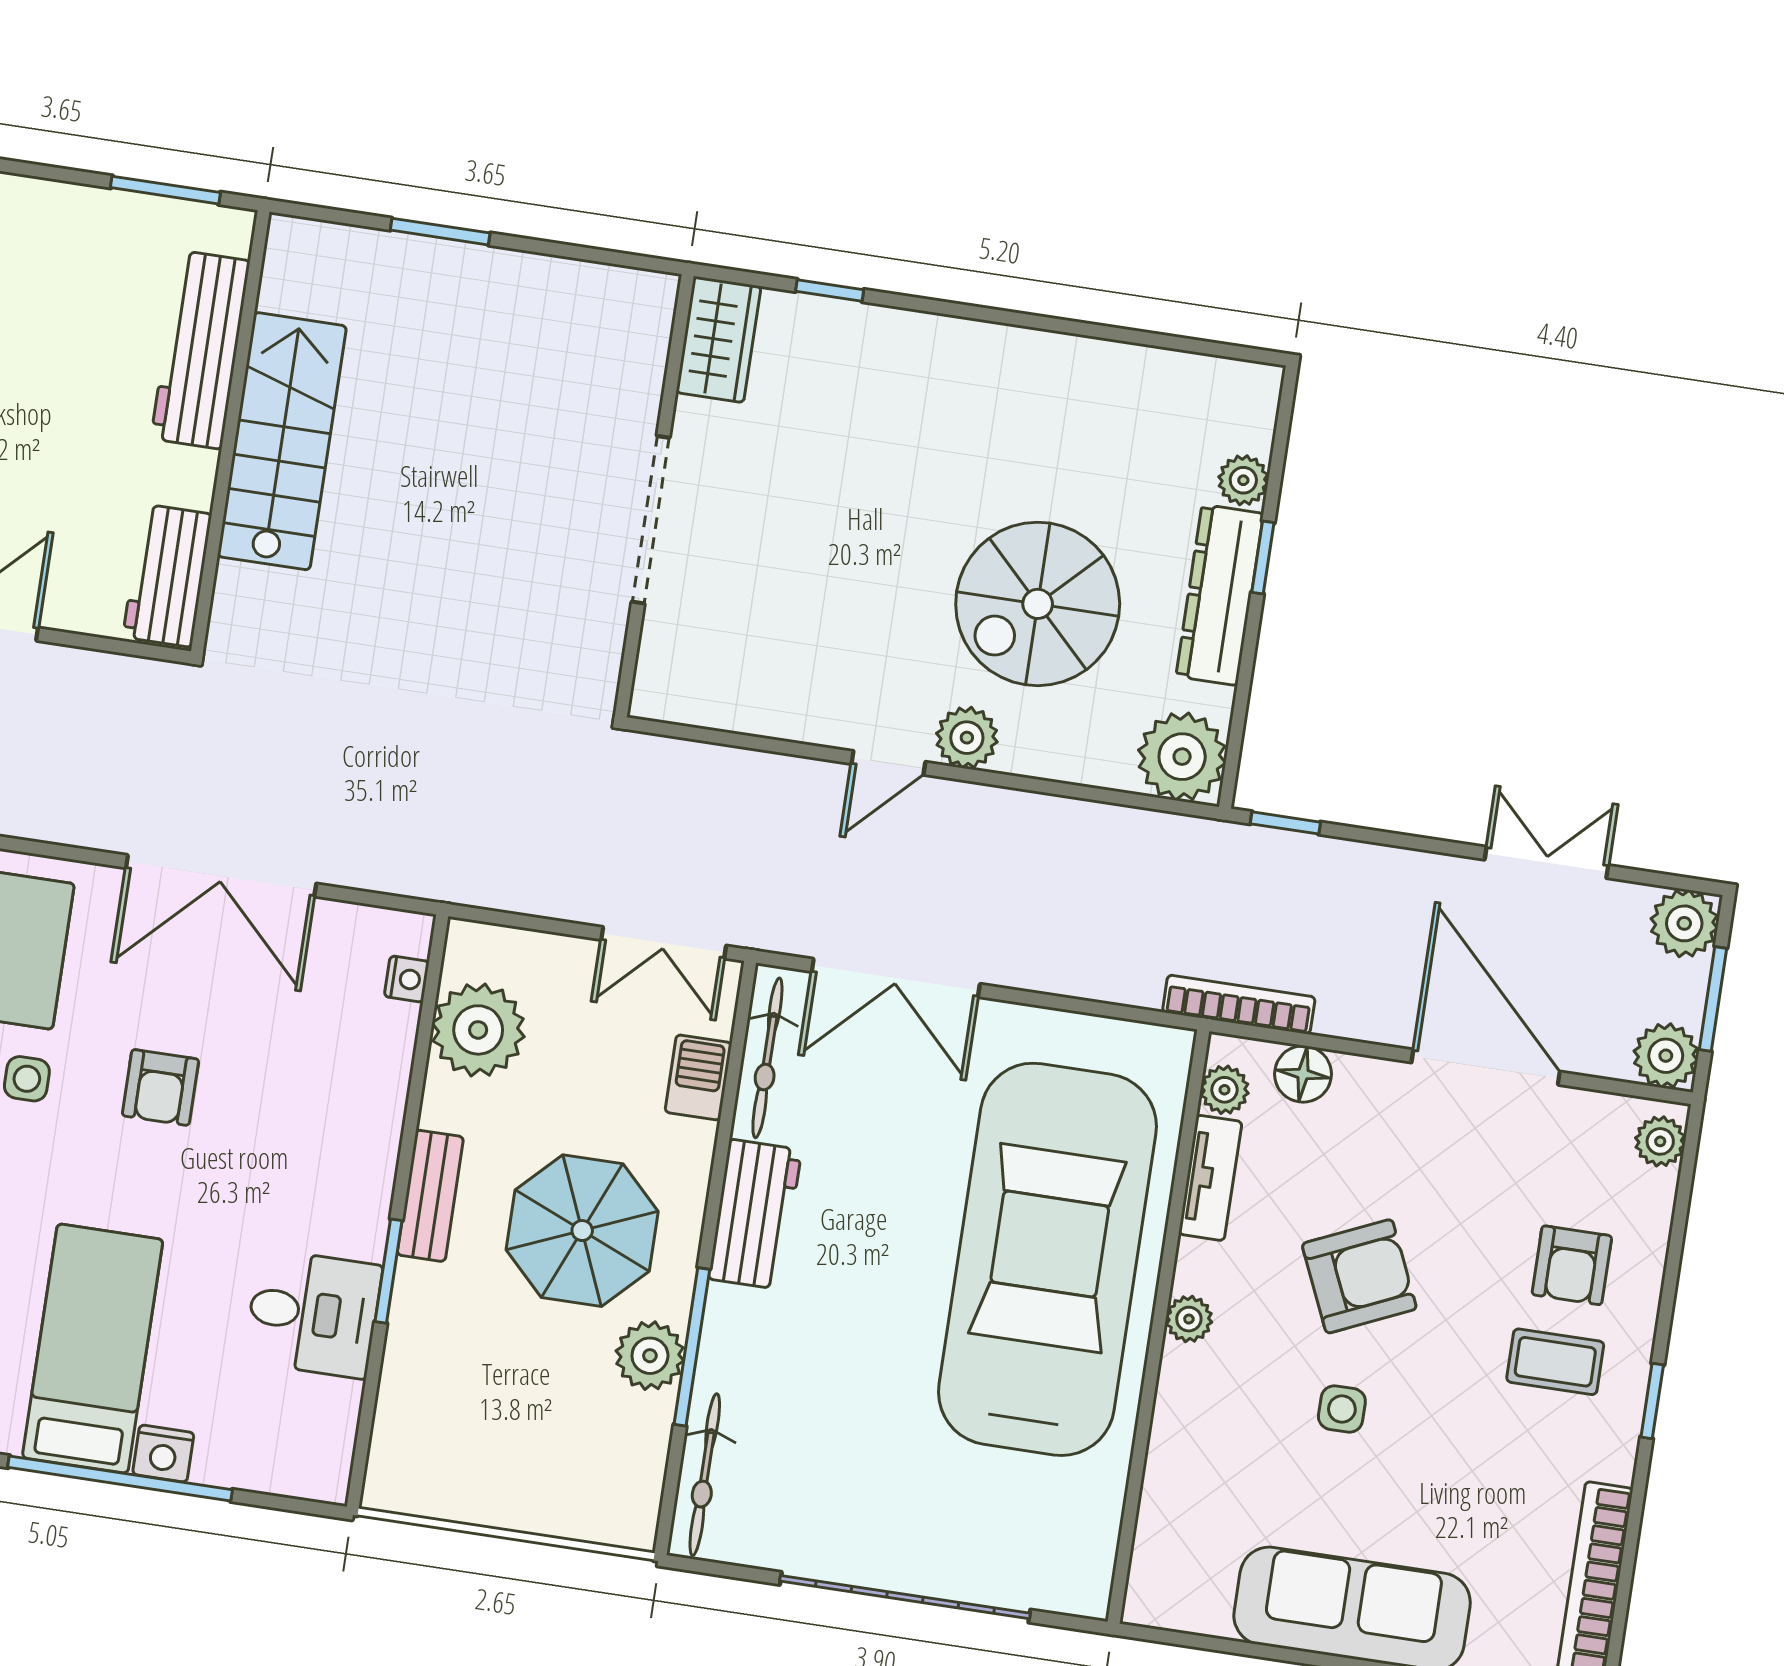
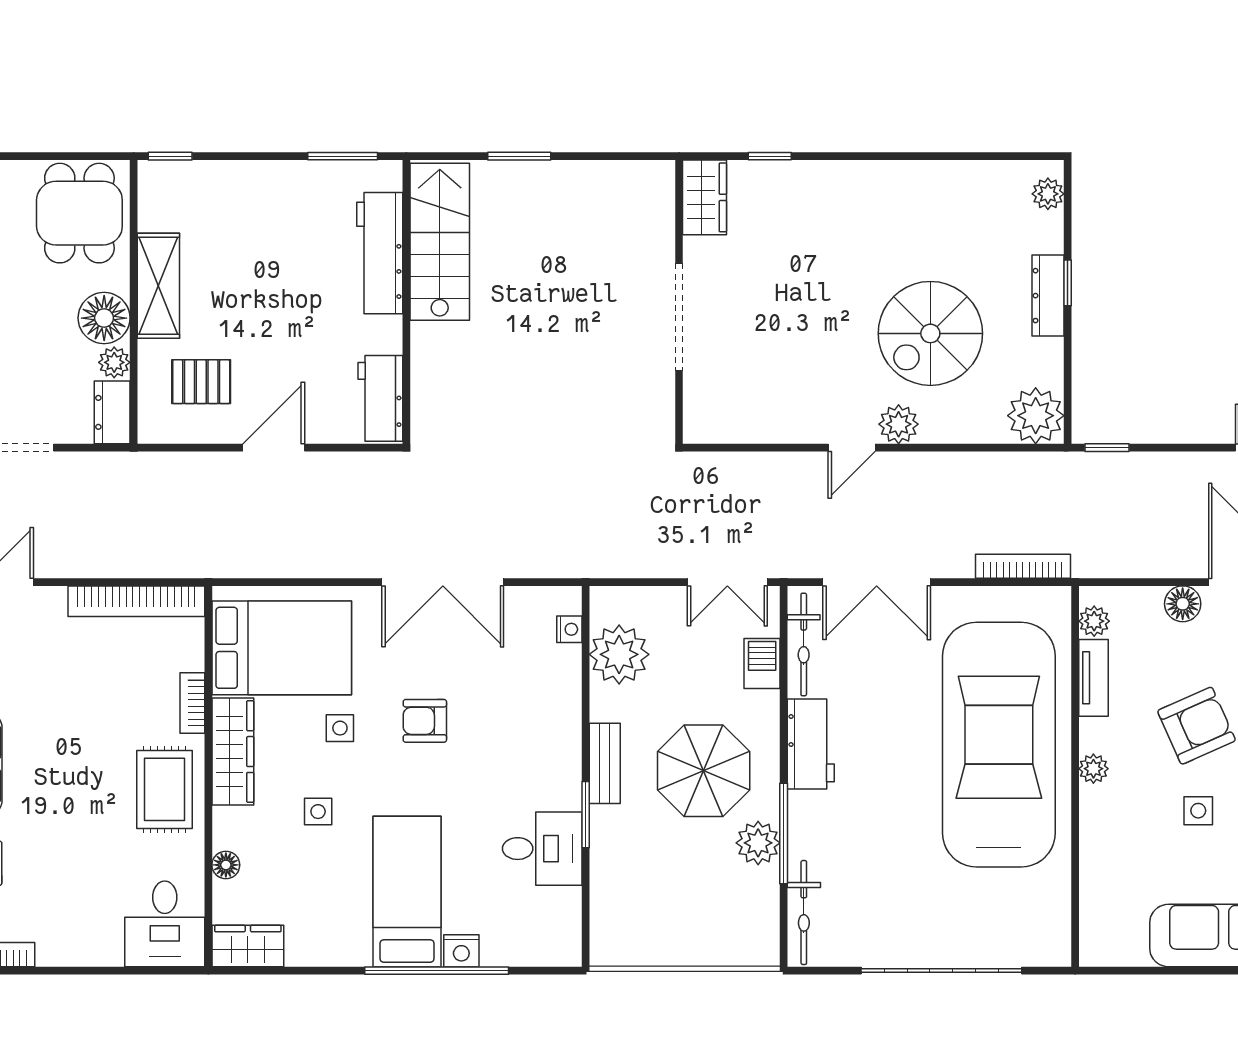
stairs: (282, 441) -> (440, 242), moved
plant: (1243, 480) -> (1048, 194), moved
dresser: (1220, 595) -> (1048, 296), width x0.73, depth x0.80
bookcase: (1239, 1005) -> (1023, 566), moved
floor lamp: (1303, 1074) -> (1183, 604), moved
armchair: (160, 1087) -> (425, 721), turned 90

